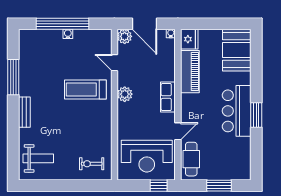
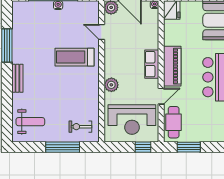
piano: (190, 72) -> (172, 66), moved
plant: (125, 94) -> (111, 85), moved
window: (73, 186) -> (63, 147), added
window: (219, 186) -> (189, 147), moved

